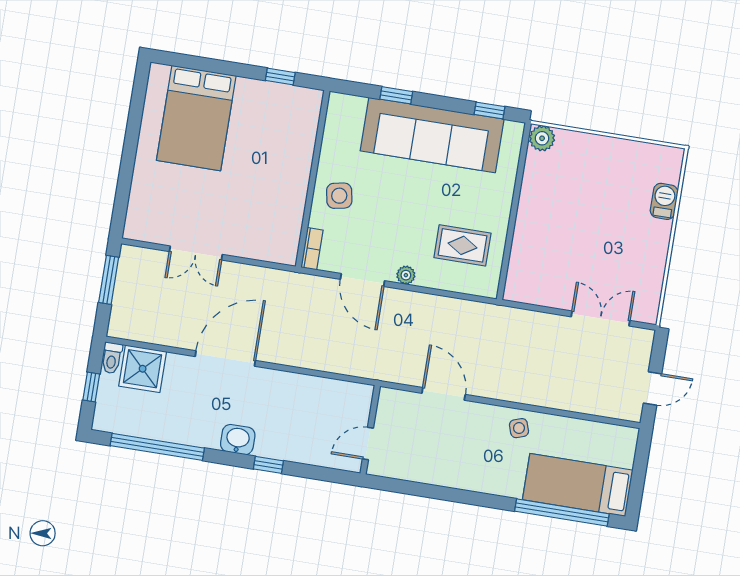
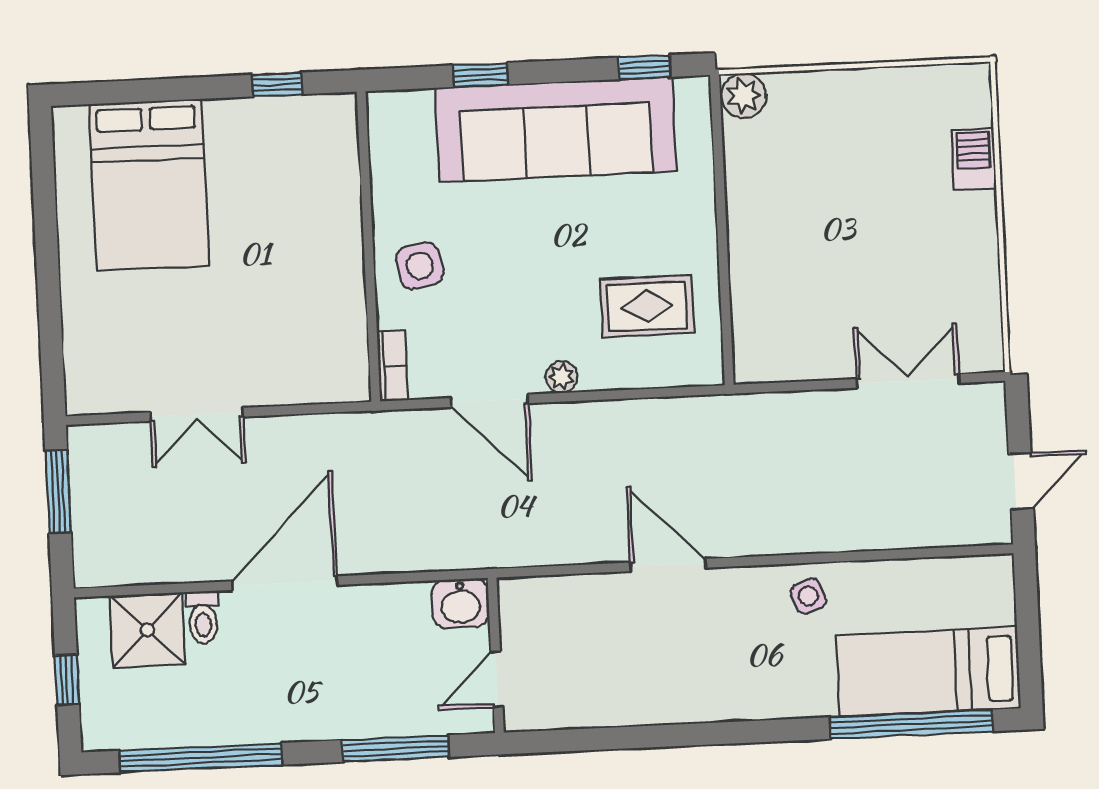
toilet: (112, 358) -> (203, 618), moved
wall: (370, 430) -> (496, 655), moved
washbasin: (238, 440) -> (460, 603), moved, turned 180
door: (368, 444) -> (497, 679), moved
window: (268, 465) -> (396, 749), width x2.17

